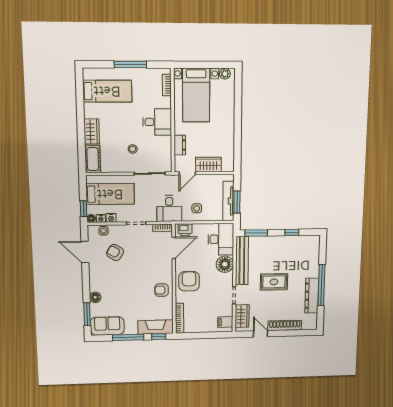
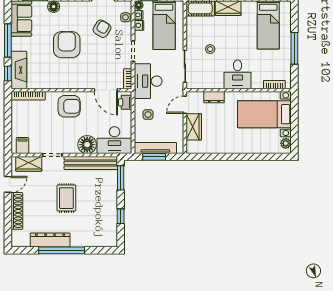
door: (187, 173) -> (185, 105), hinge flipped
desk: (169, 209) -> (148, 81), width x1.37
armchair: (162, 290) -> (67, 45), moved, width x1.88, depth x1.88

